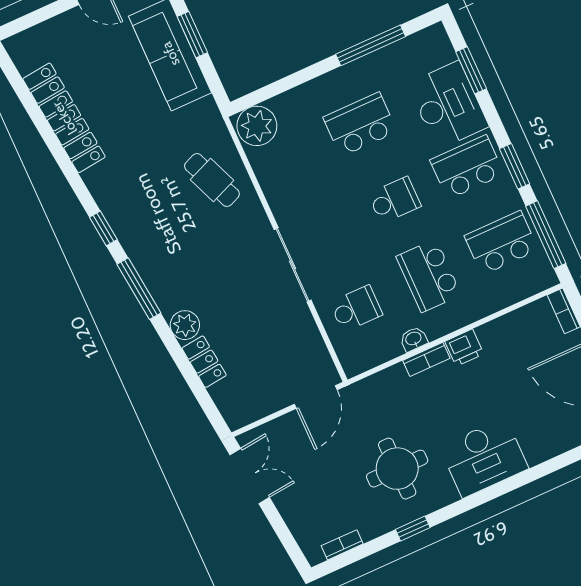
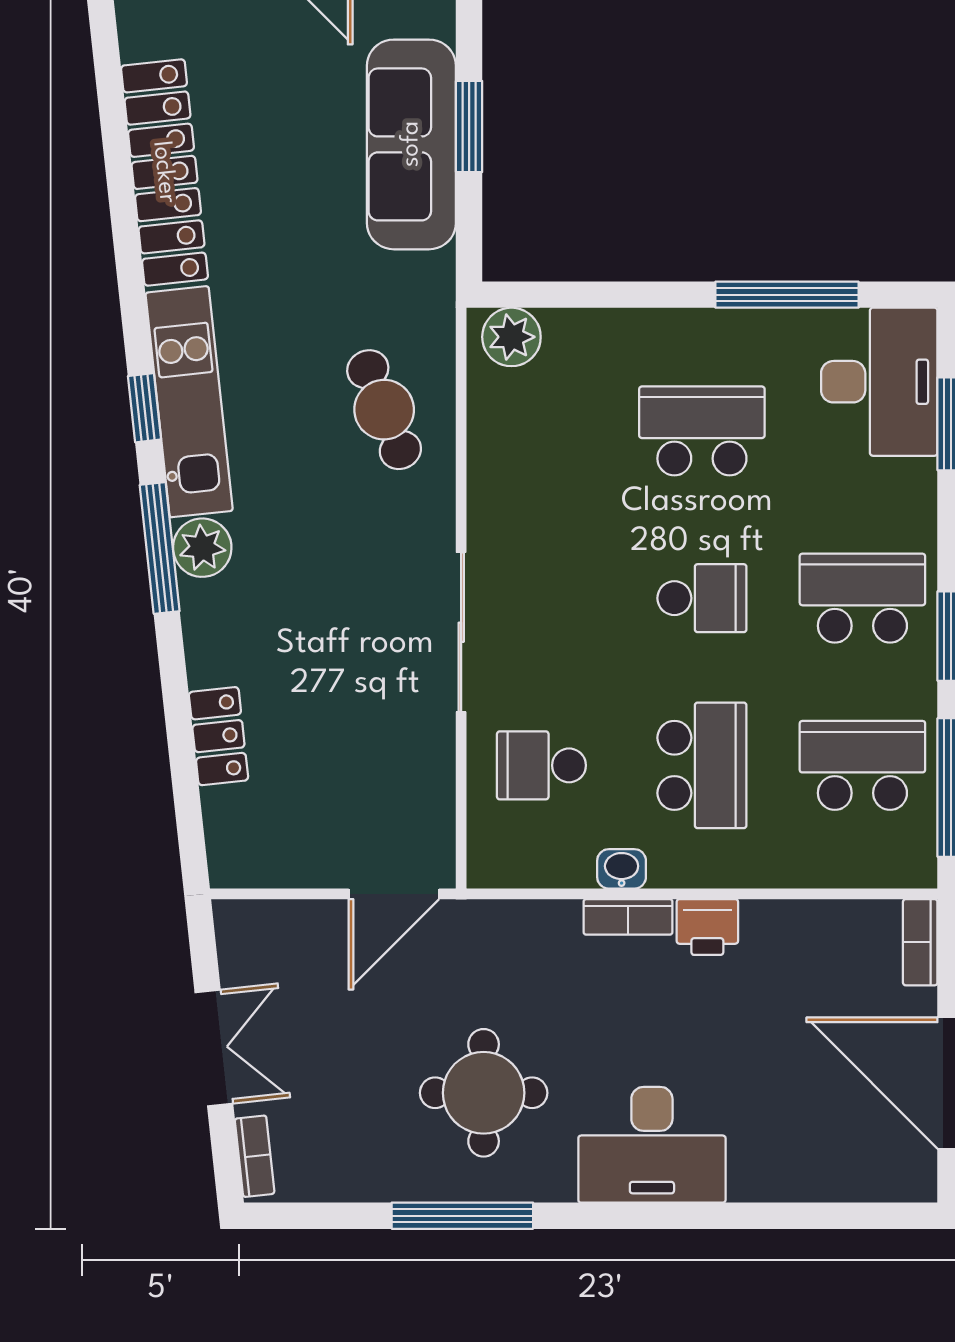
desk: (448, 105) -> (879, 382), moved
plant: (257, 126) -> (511, 337), width x0.73, depth x0.73
kitchen unit: (122, 216) -> (189, 402), added
school desk: (429, 276) -> (702, 765), turned 180
school desk: (356, 309) -> (541, 765), turned 180
plant: (185, 325) -> (202, 548), moved
double door: (250, 476) -> (214, 1048), moved
window: (413, 528) -> (462, 1216), width x2.17
bookcase: (342, 545) -> (255, 1156), moved, turned 84

